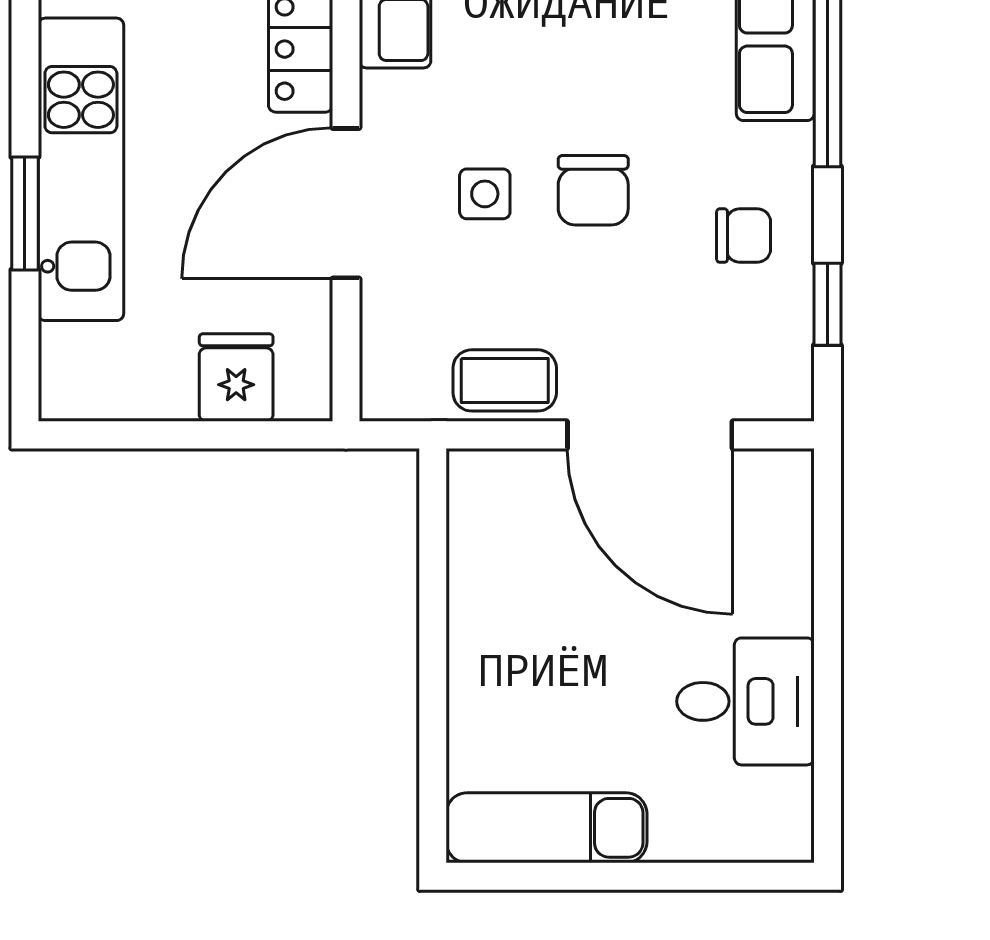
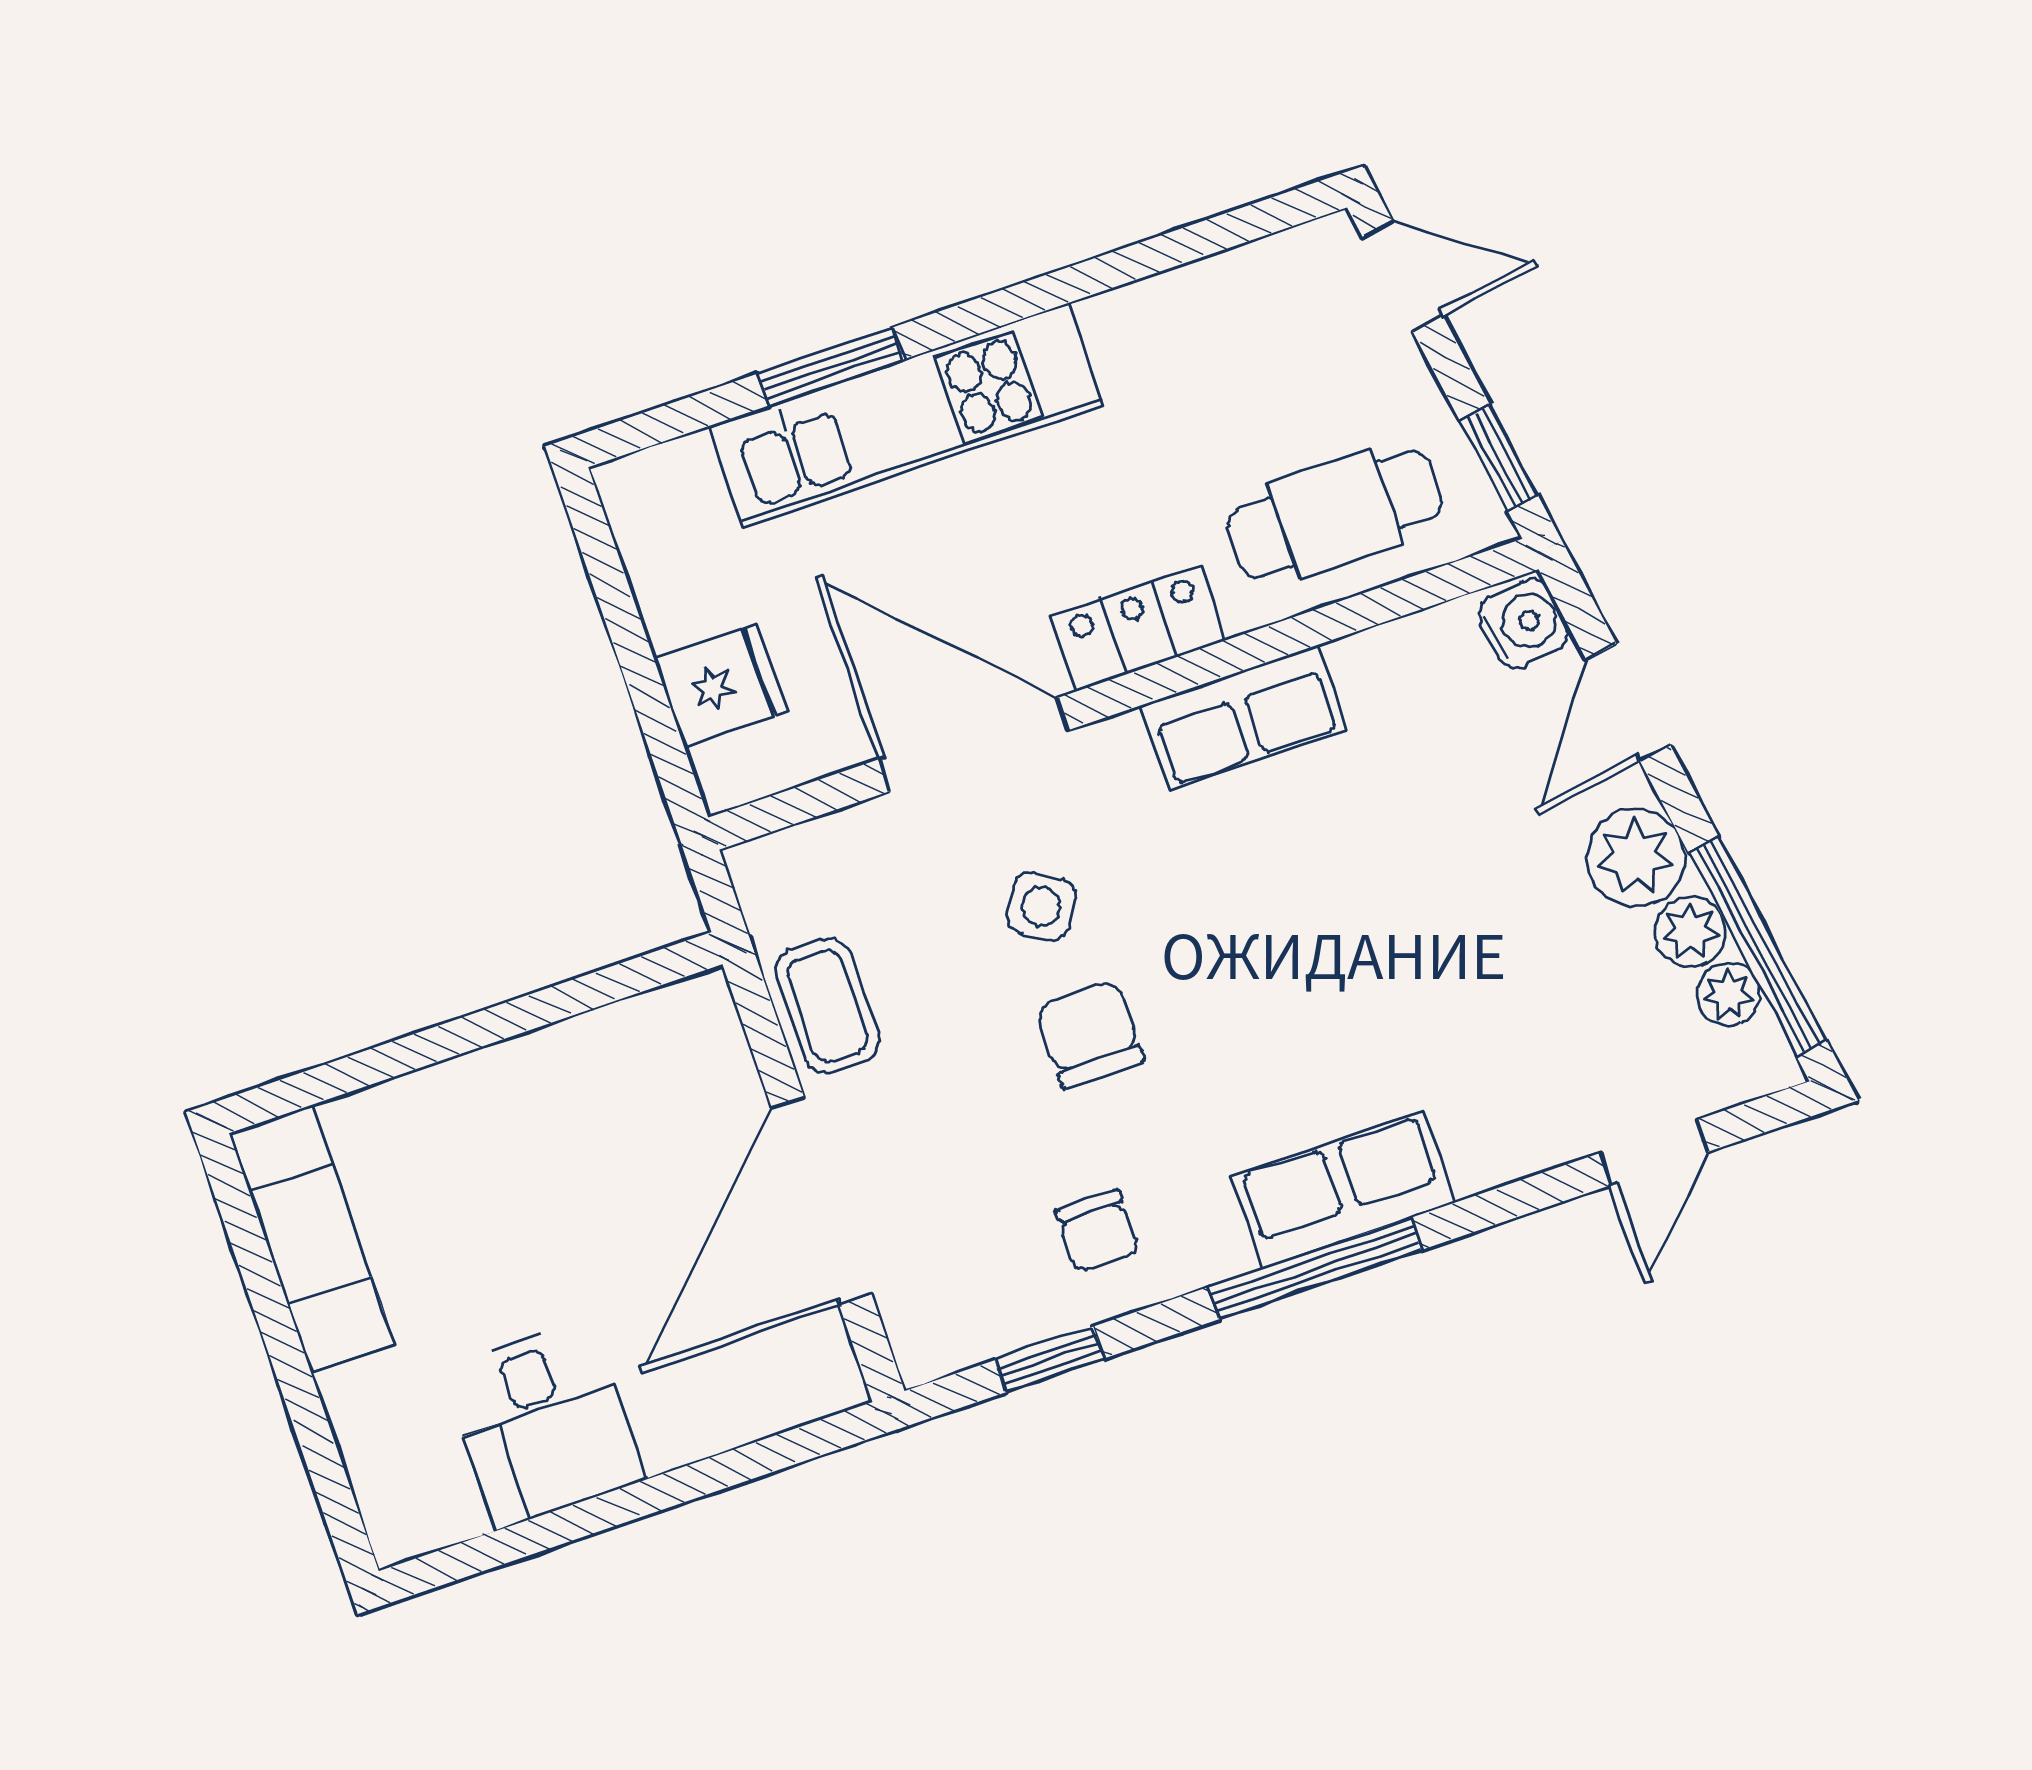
chair: (593, 190) -> (1090, 1034), turned 90
side table: (485, 194) -> (1041, 906), turned 31

